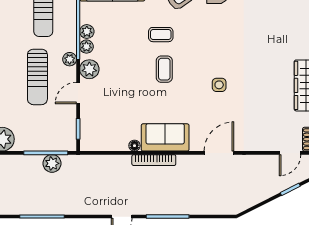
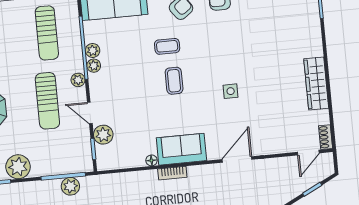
plant: (89, 69) -> (103, 135), moved
door: (78, 93) -> (90, 113), hinge flipped
bookcase: (154, 160) -> (172, 173), width x0.64

